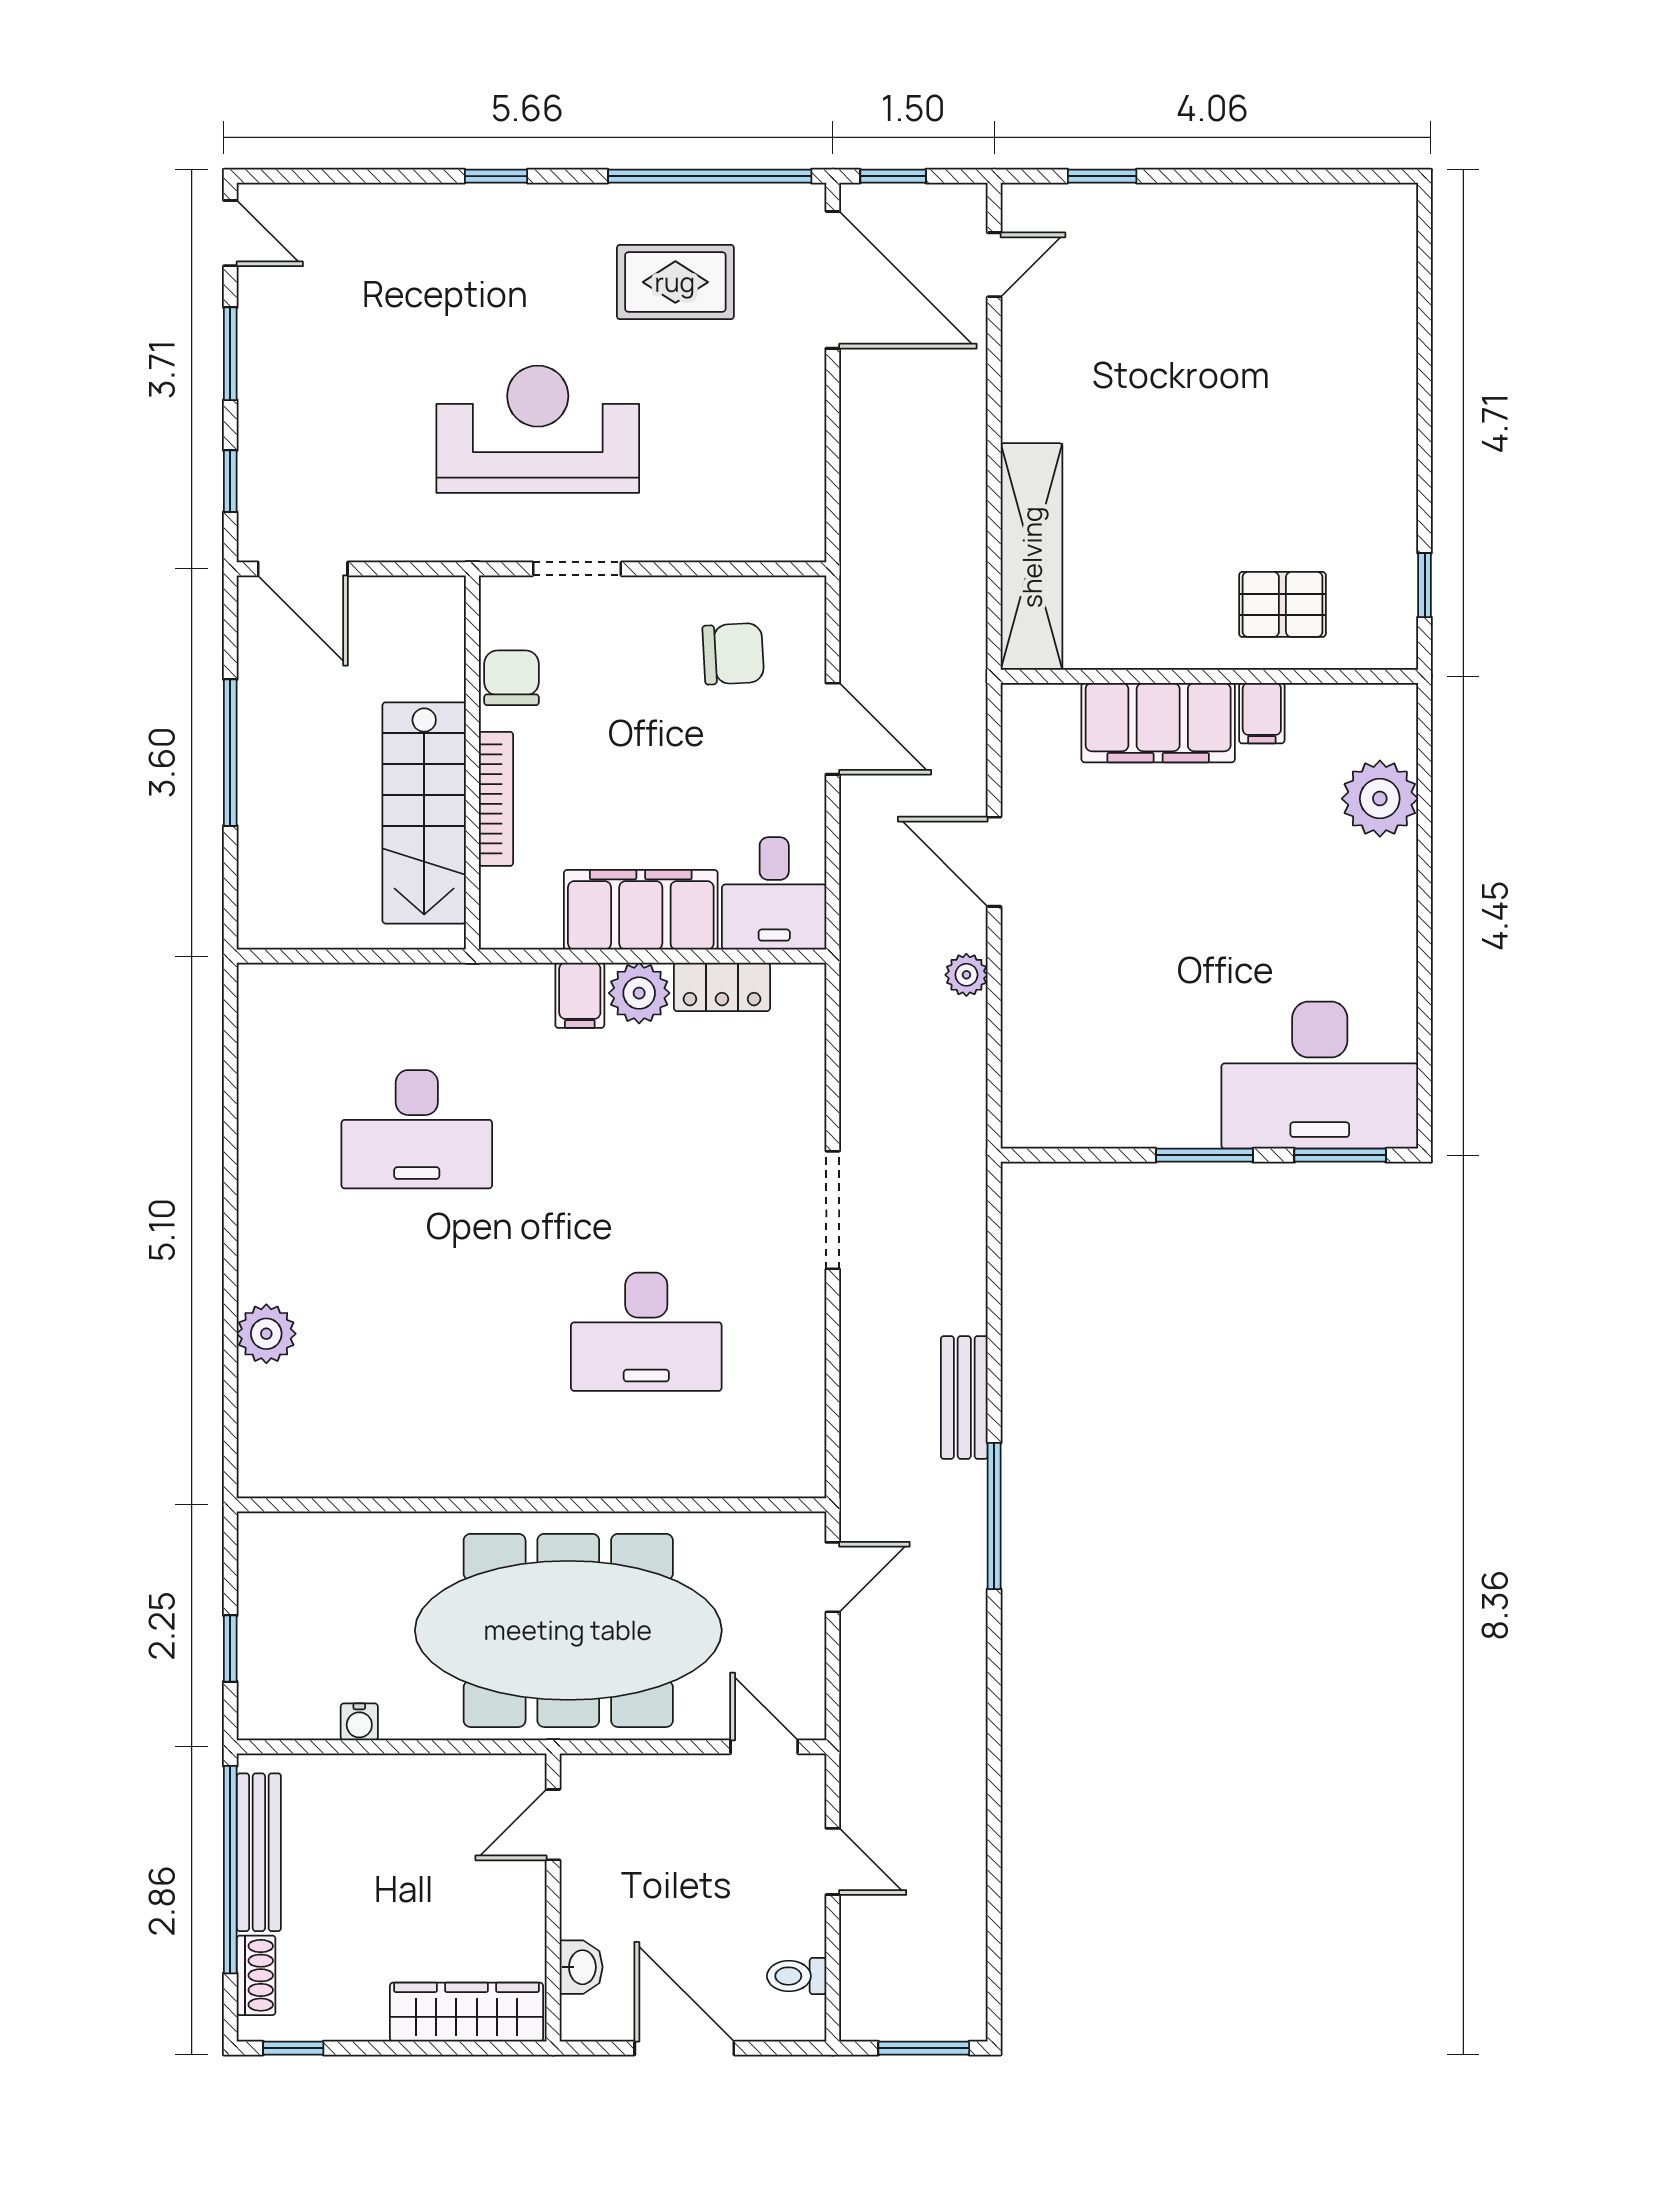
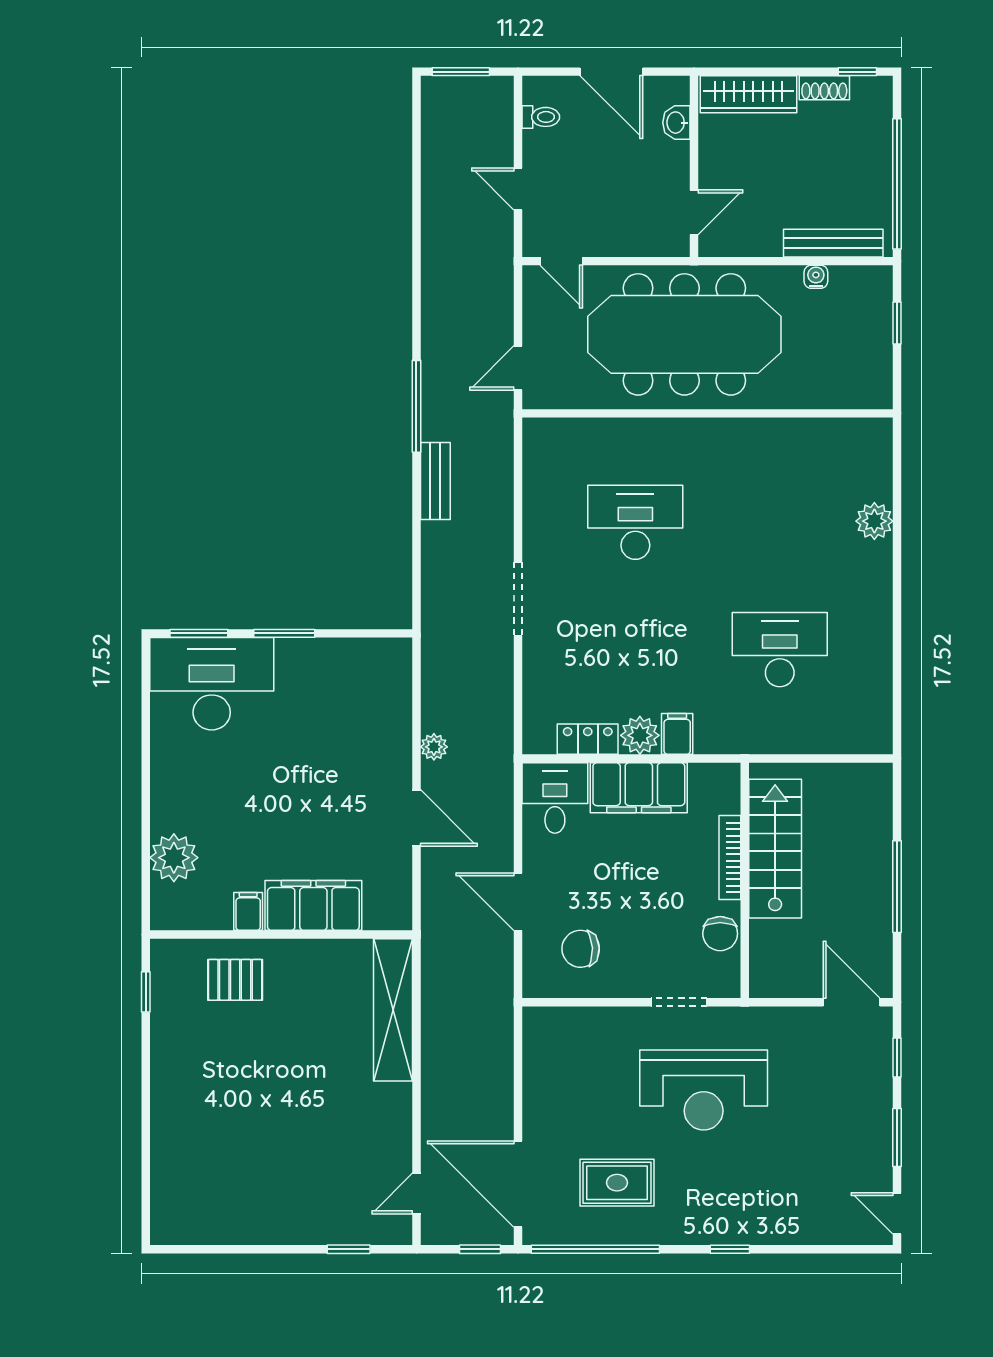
bench: (259, 1852) -> (833, 243), moved, turned 90
shoe rack: (256, 1975) -> (824, 88), moved, turned -90

